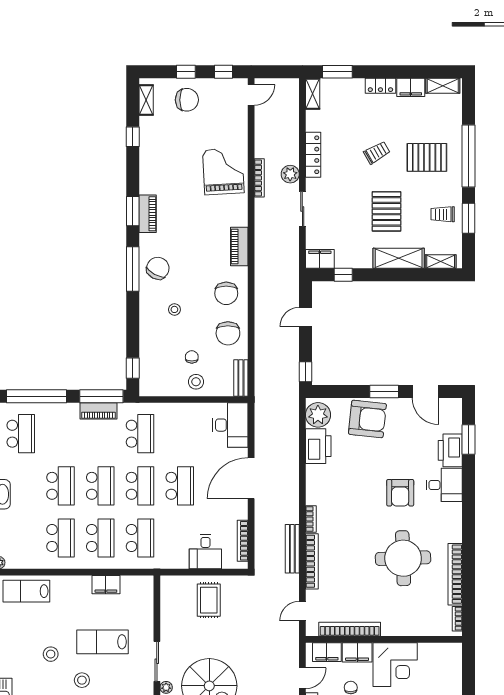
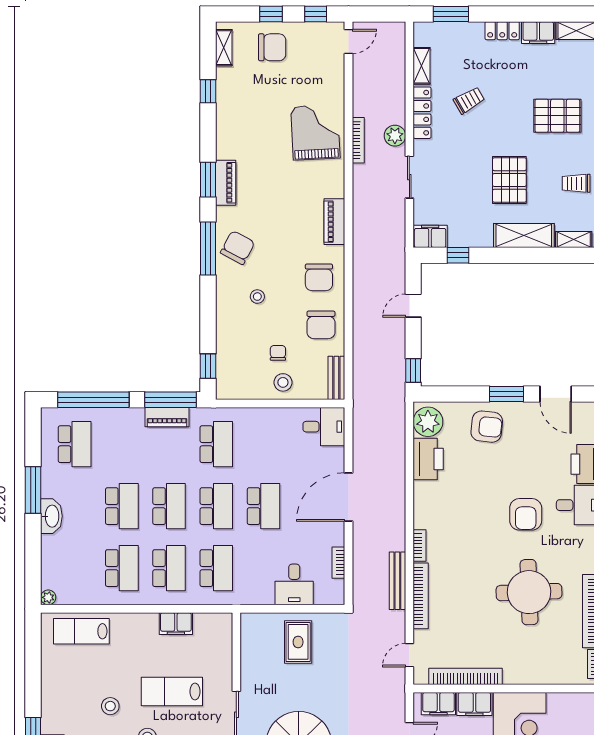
shelving: (313, 94) -> (421, 66), moved
trolley: (377, 153) -> (469, 100), moved
armchair: (367, 419) -> (487, 427), width x0.73, depth x0.73
desk: (230, 425) -> (324, 427), width x0.73
bookcase: (243, 541) -> (338, 563), width x0.64

